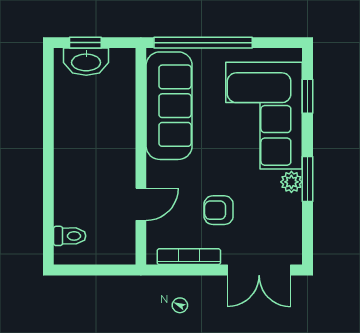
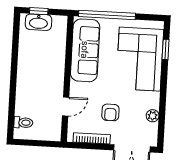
window: (307, 179) -> (163, 97), removed
plant: (291, 182) -> (153, 116), moved
armchair: (219, 210) -> (110, 112), turned -90

